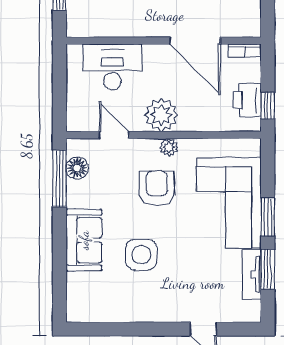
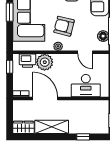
printer: (247, 100) -> (27, 61), moved, turned 90
plant: (161, 115) -> (45, 62), moved
armchair: (157, 188) -> (64, 26), turned 104

